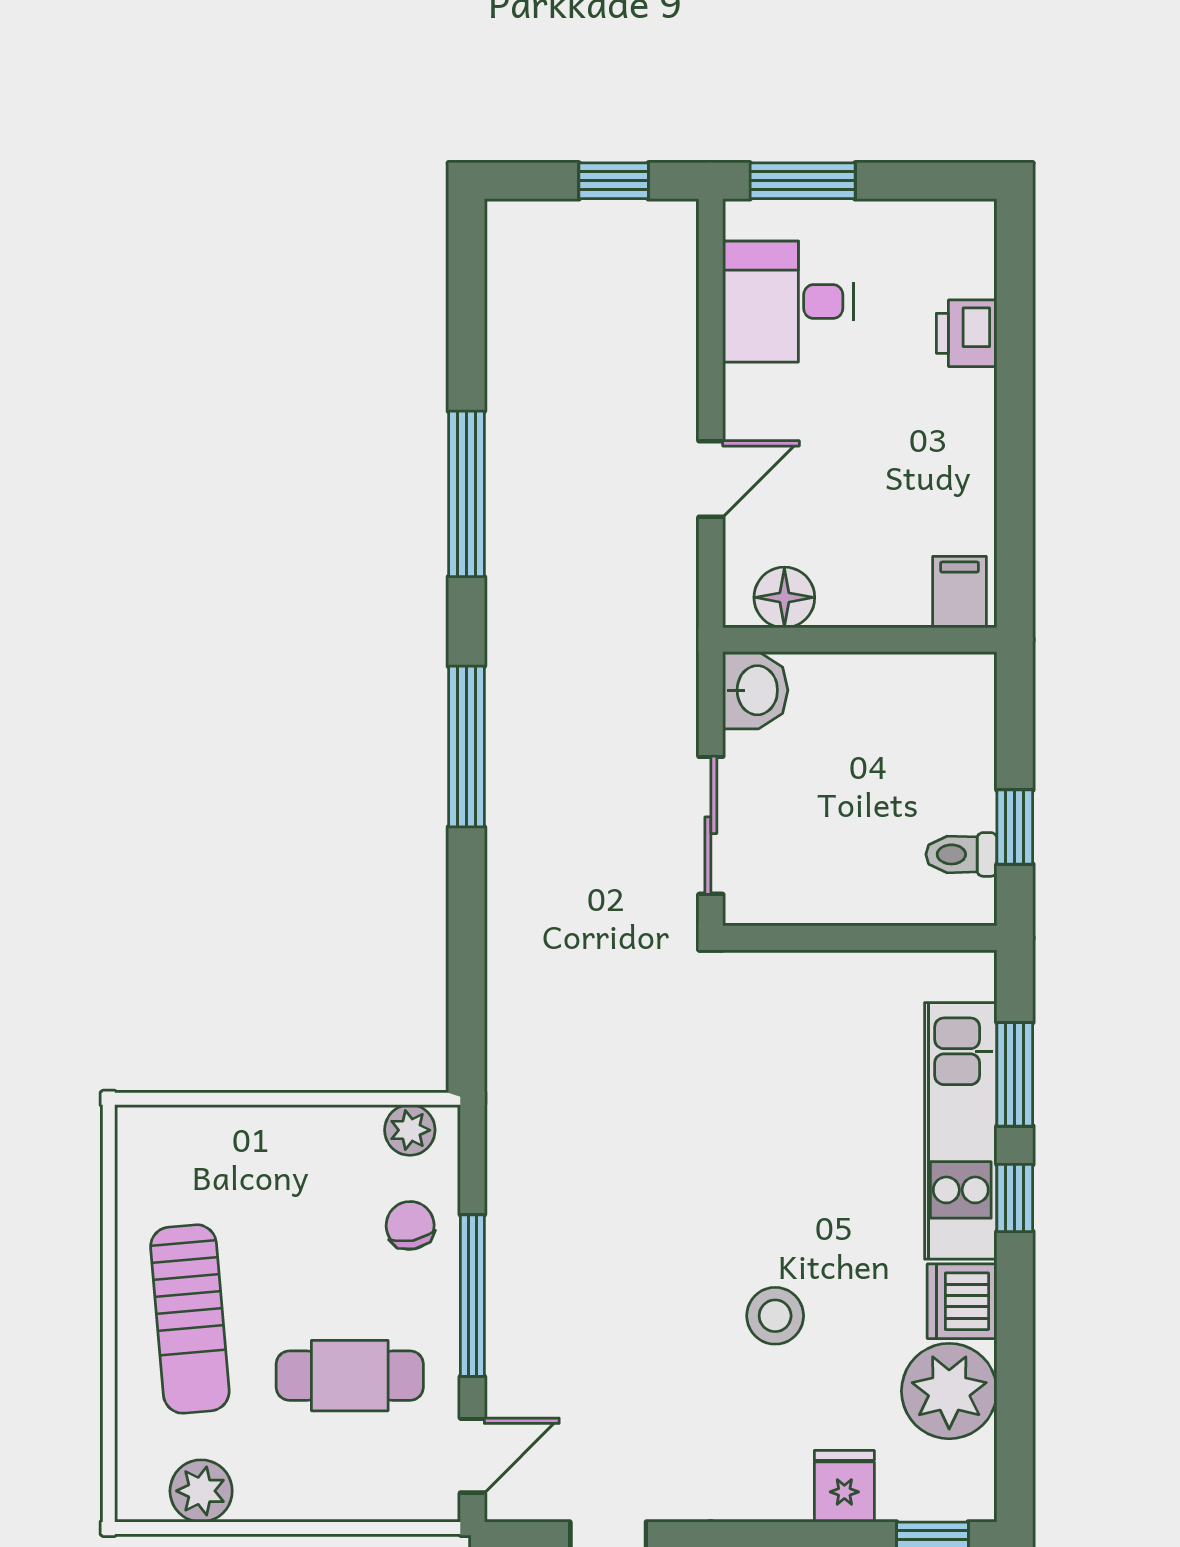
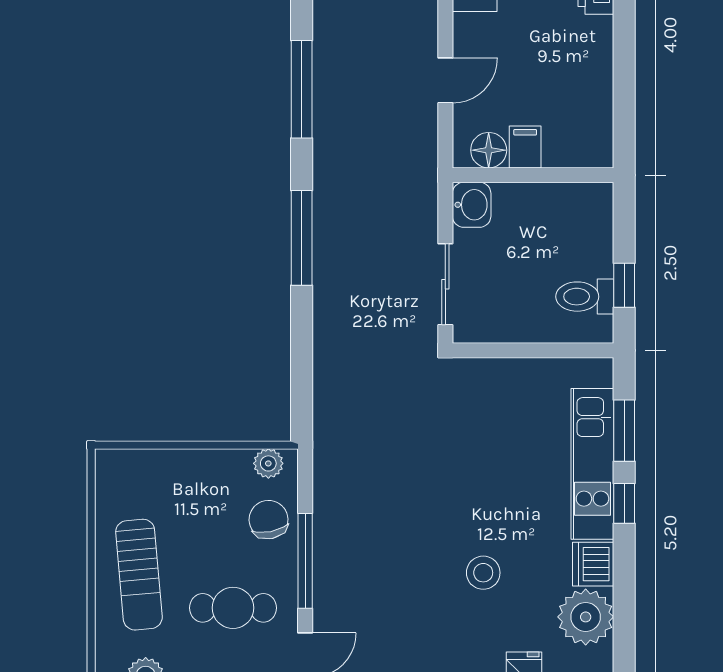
filing cabinet: (960, 592) -> (525, 147), moved
toilet: (961, 854) -> (585, 297), width x1.37, depth x1.39
chair: (410, 1225) -> (269, 520), width x1.37, depth x1.37

